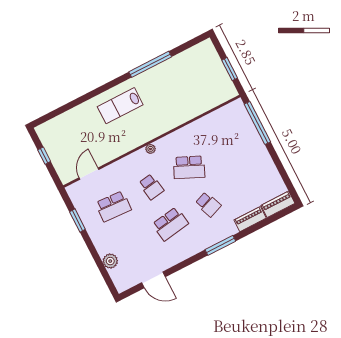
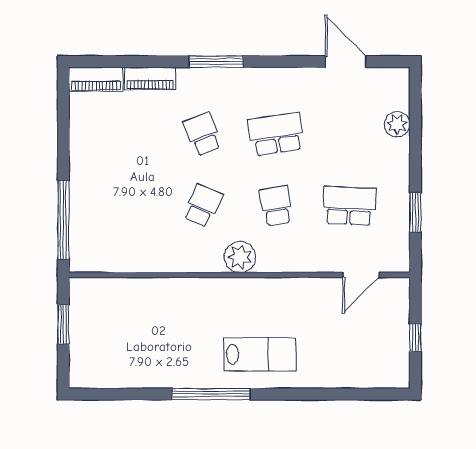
window: (150, 64) -> (211, 394), moved
plant: (151, 149) -> (240, 257), width x1.88, depth x1.88
school desk: (189, 167) -> (203, 206), width x0.54

